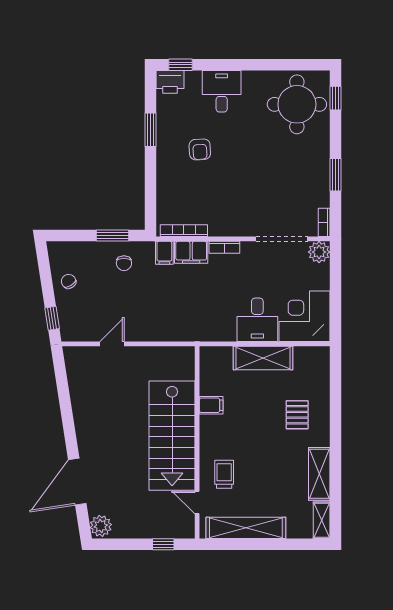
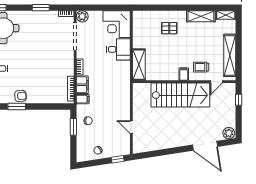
armchair: (200, 149) -> (20, 96), moved
shelving: (263, 358) -> (139, 65), moved
filing cabinet: (211, 405) -> (184, 74), moved

